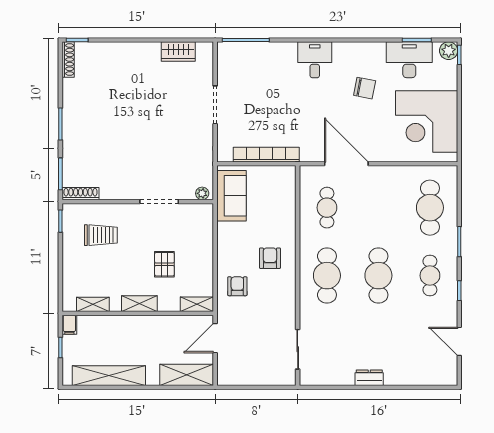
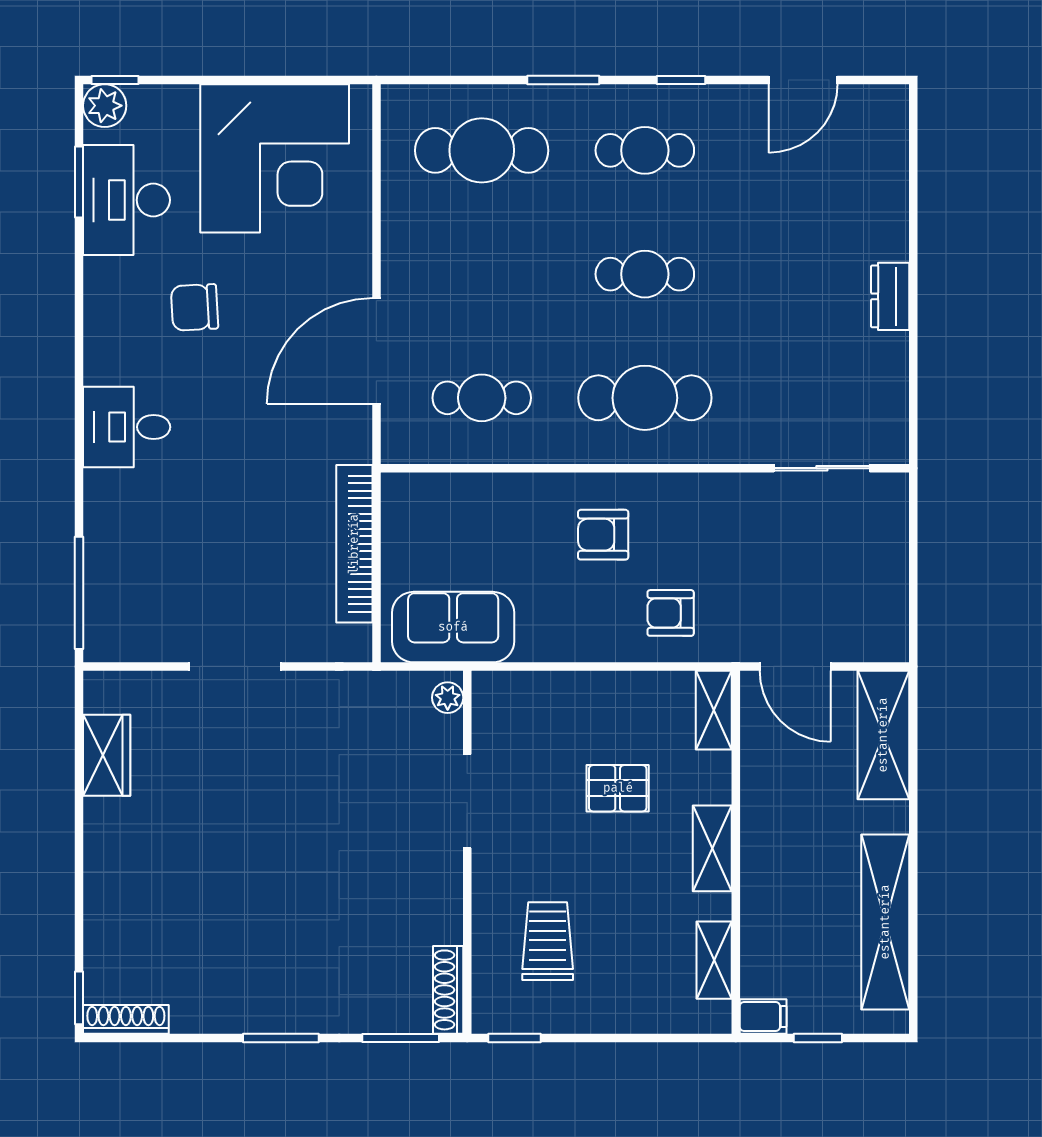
chair: (365, 88) -> (195, 307), turned -104
cafe table: (378, 276) -> (645, 274), width x0.73, depth x0.74

